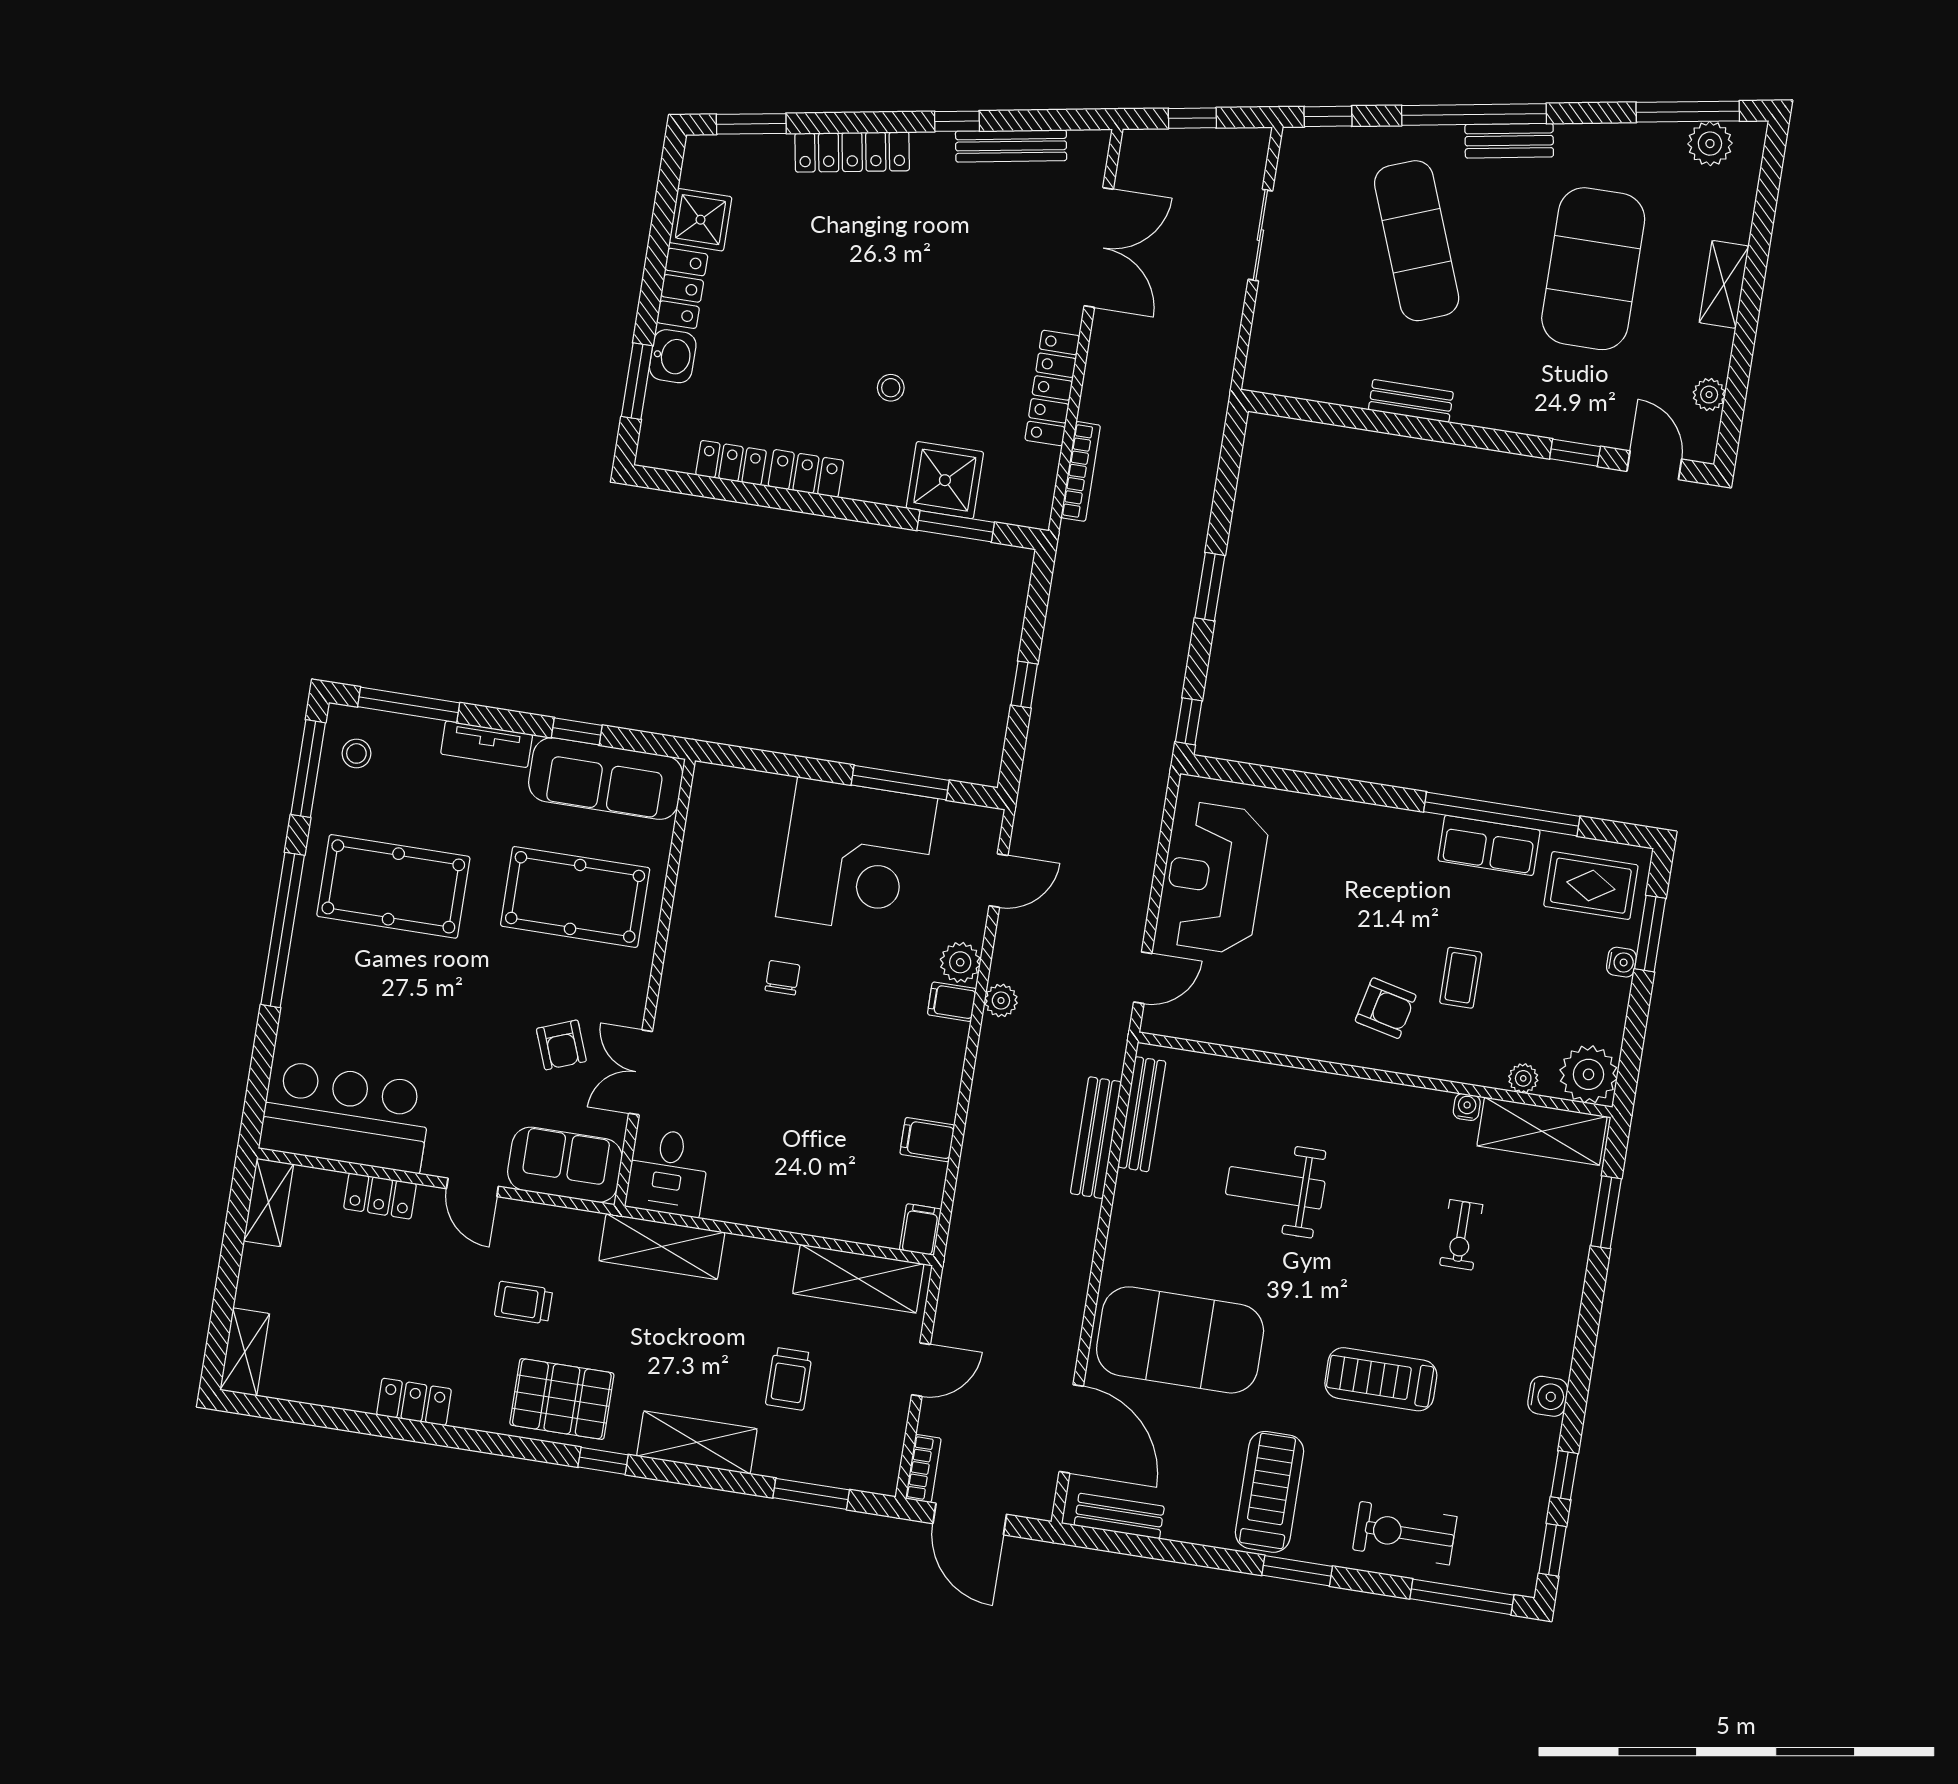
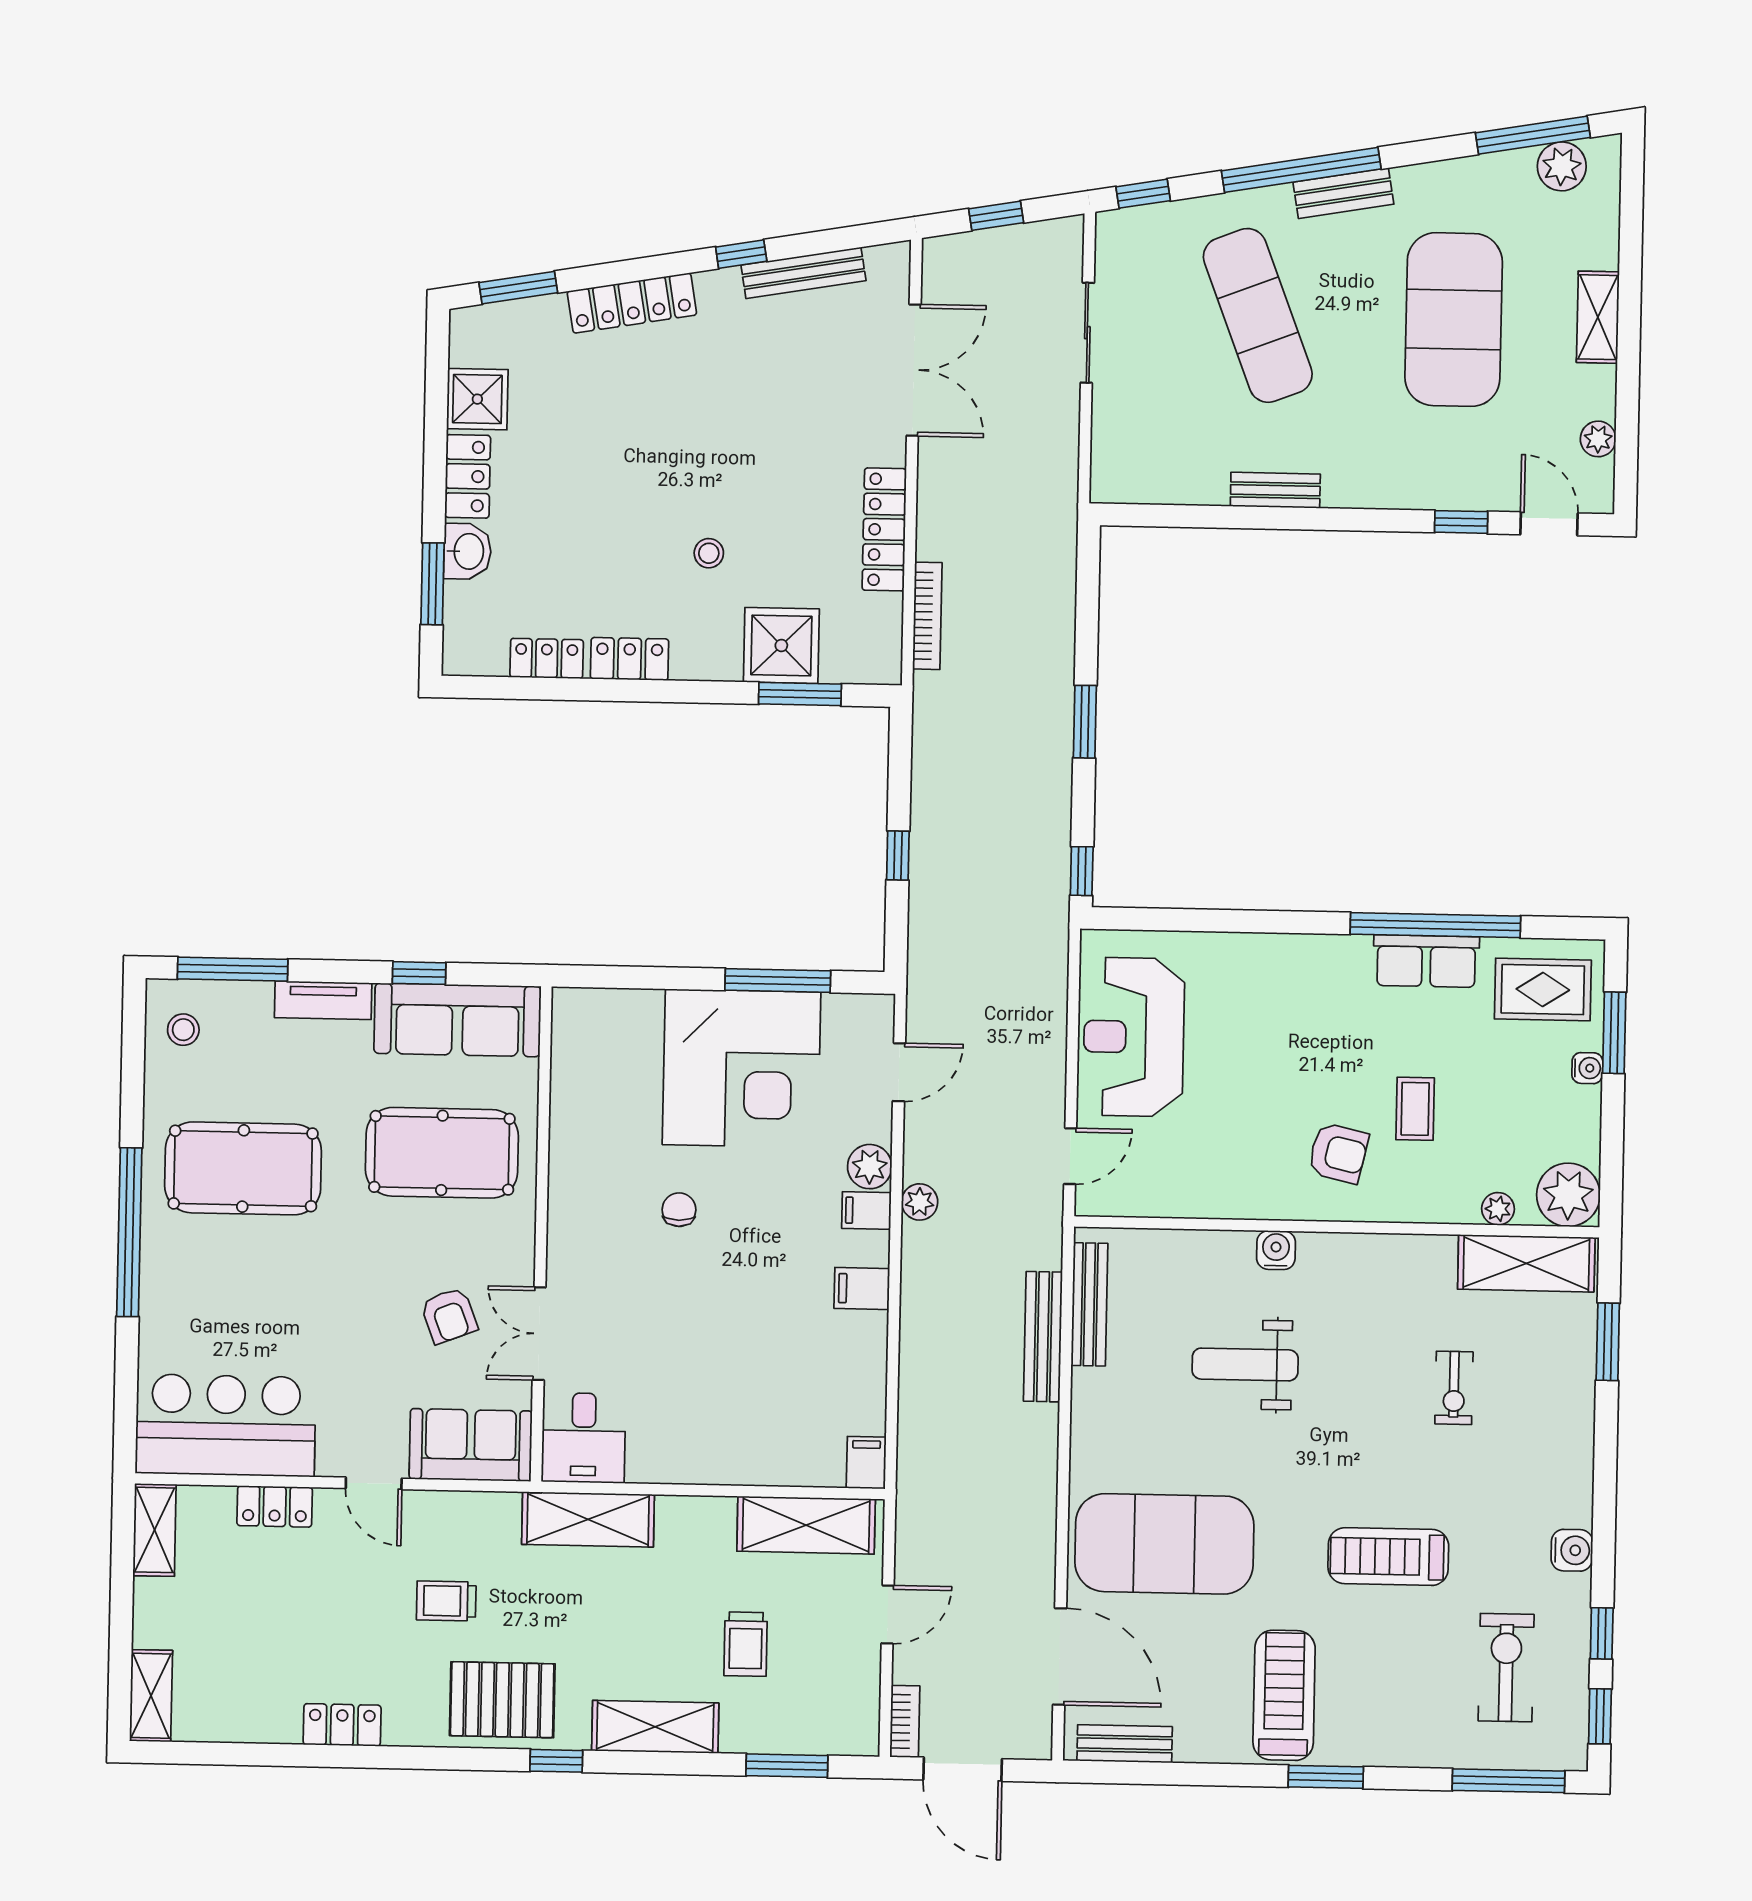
window: (308, 769) -> (133, 1053), removed
water cooler: (1467, 1107) -> (1276, 1250), moved, width x1.38, depth x1.38
filing cabinet: (927, 1140) -> (862, 1288), moved
exercise bike: (1405, 1533) -> (1506, 1668), moved, turned 90

